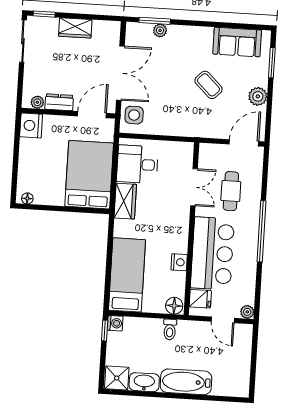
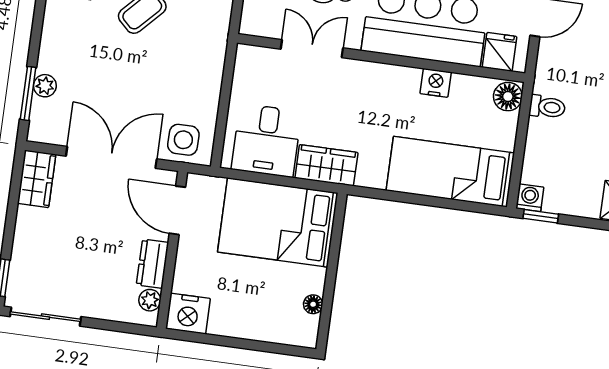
wardrobe: (75, 28) -> (37, 179), moved
floor lamp: (27, 198) -> (313, 304), moved

